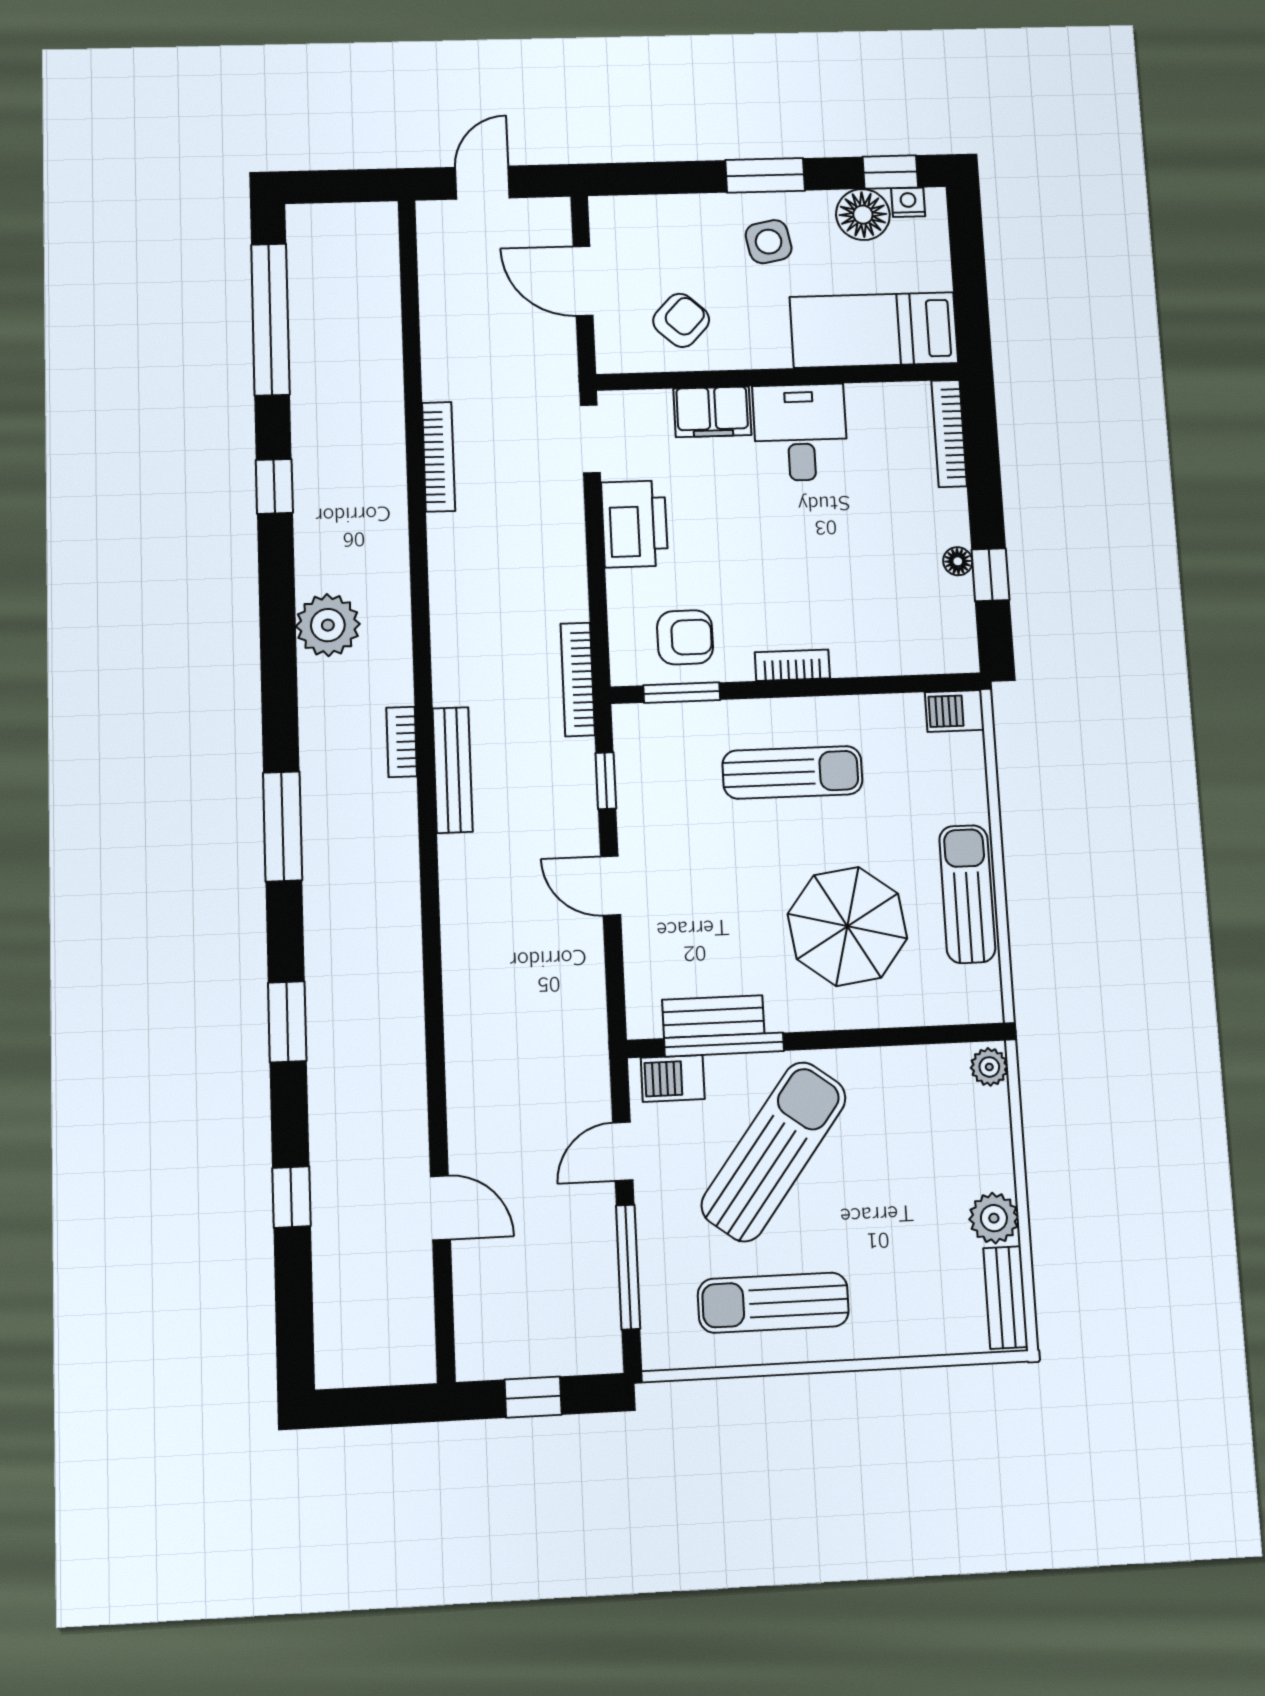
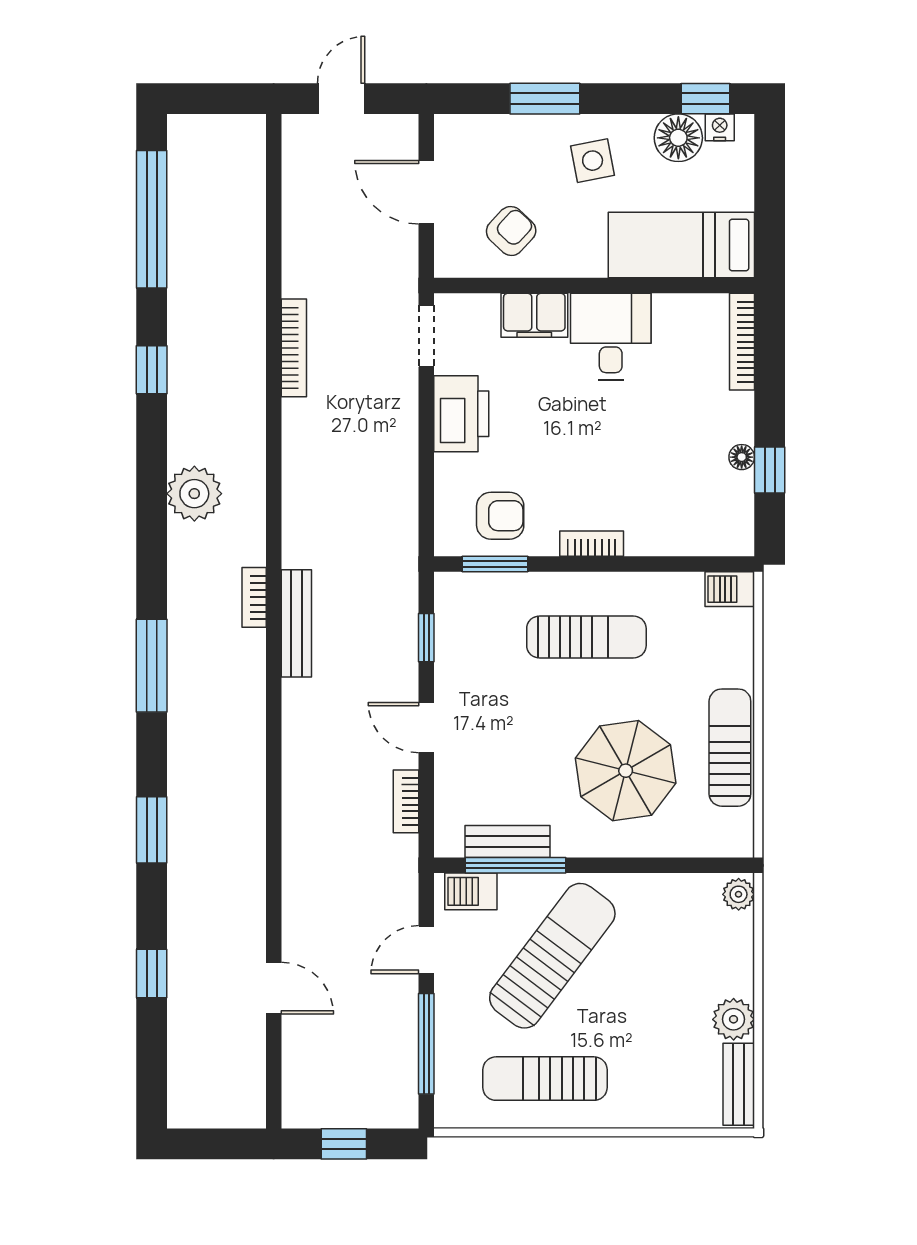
window: (765, 175) -> (545, 99), moved
bookcase: (578, 679) -> (406, 801), moved, width x0.64

